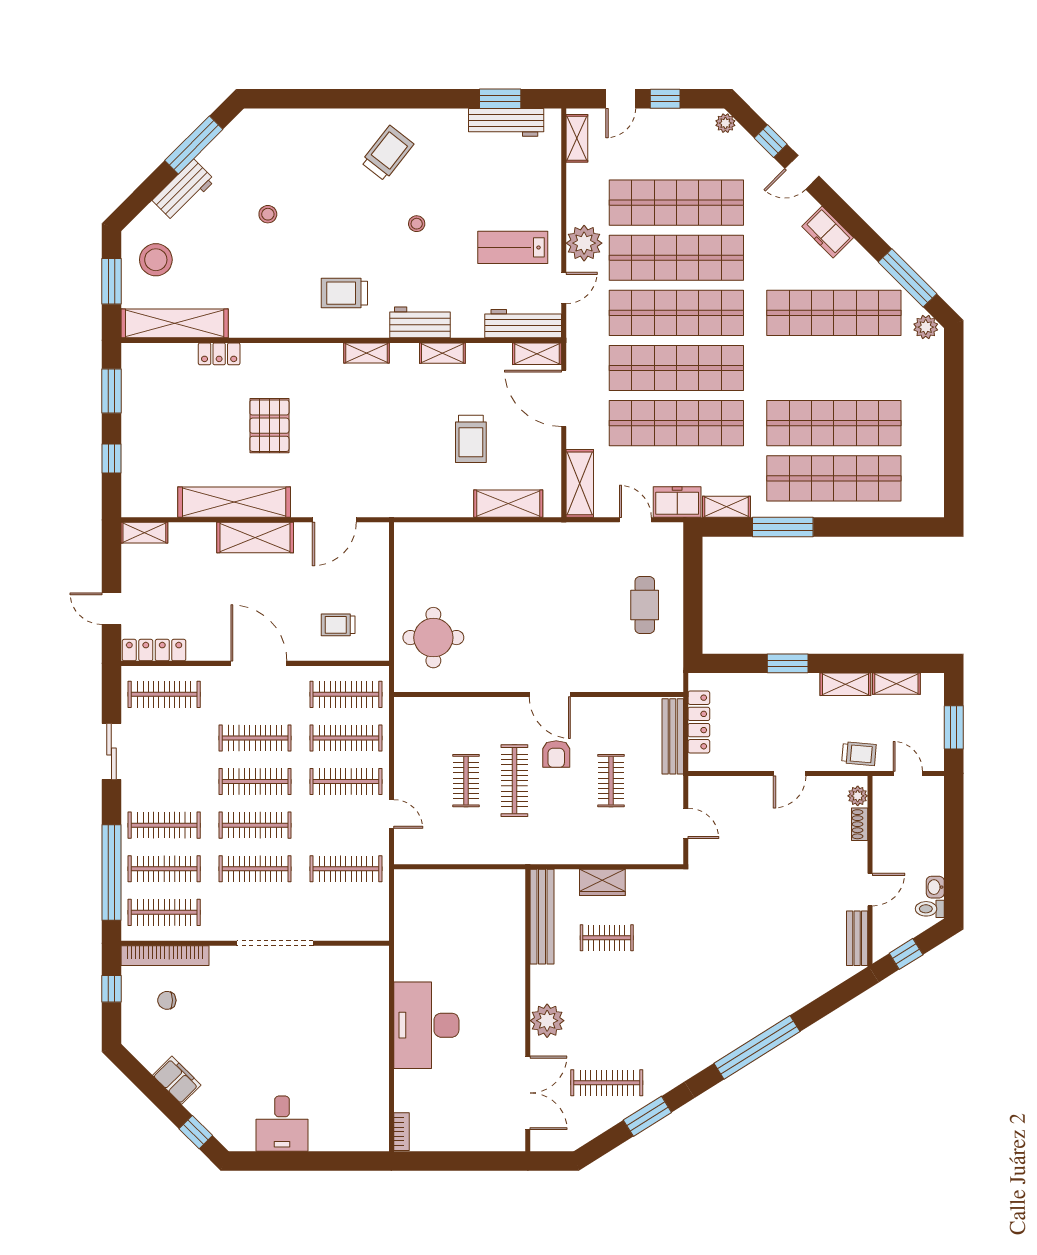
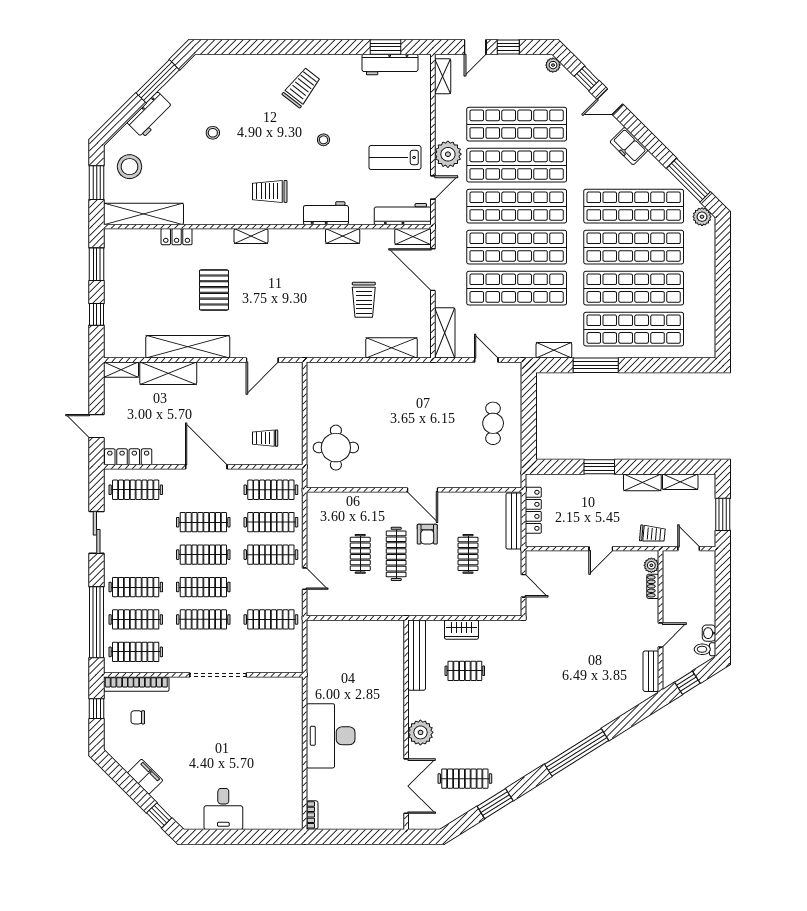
shelving: (367, 353) -> (251, 236), moved
shop shelf: (834, 368) -> (634, 247), added
freezer: (677, 502) -> (517, 347), removed
shelving: (255, 537) -> (168, 373), moved

